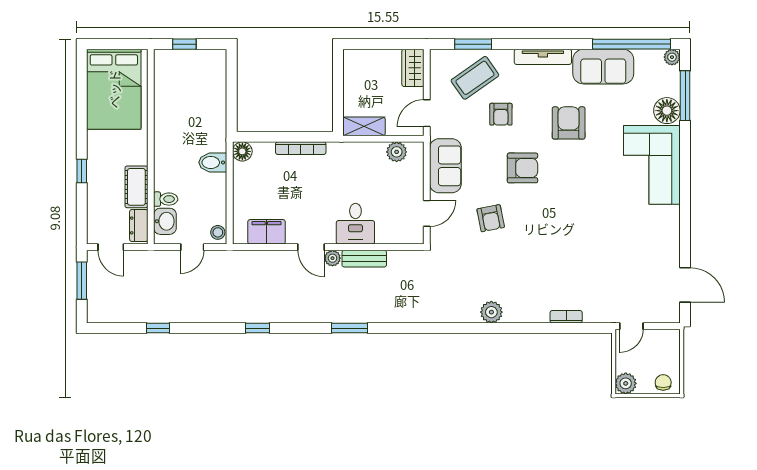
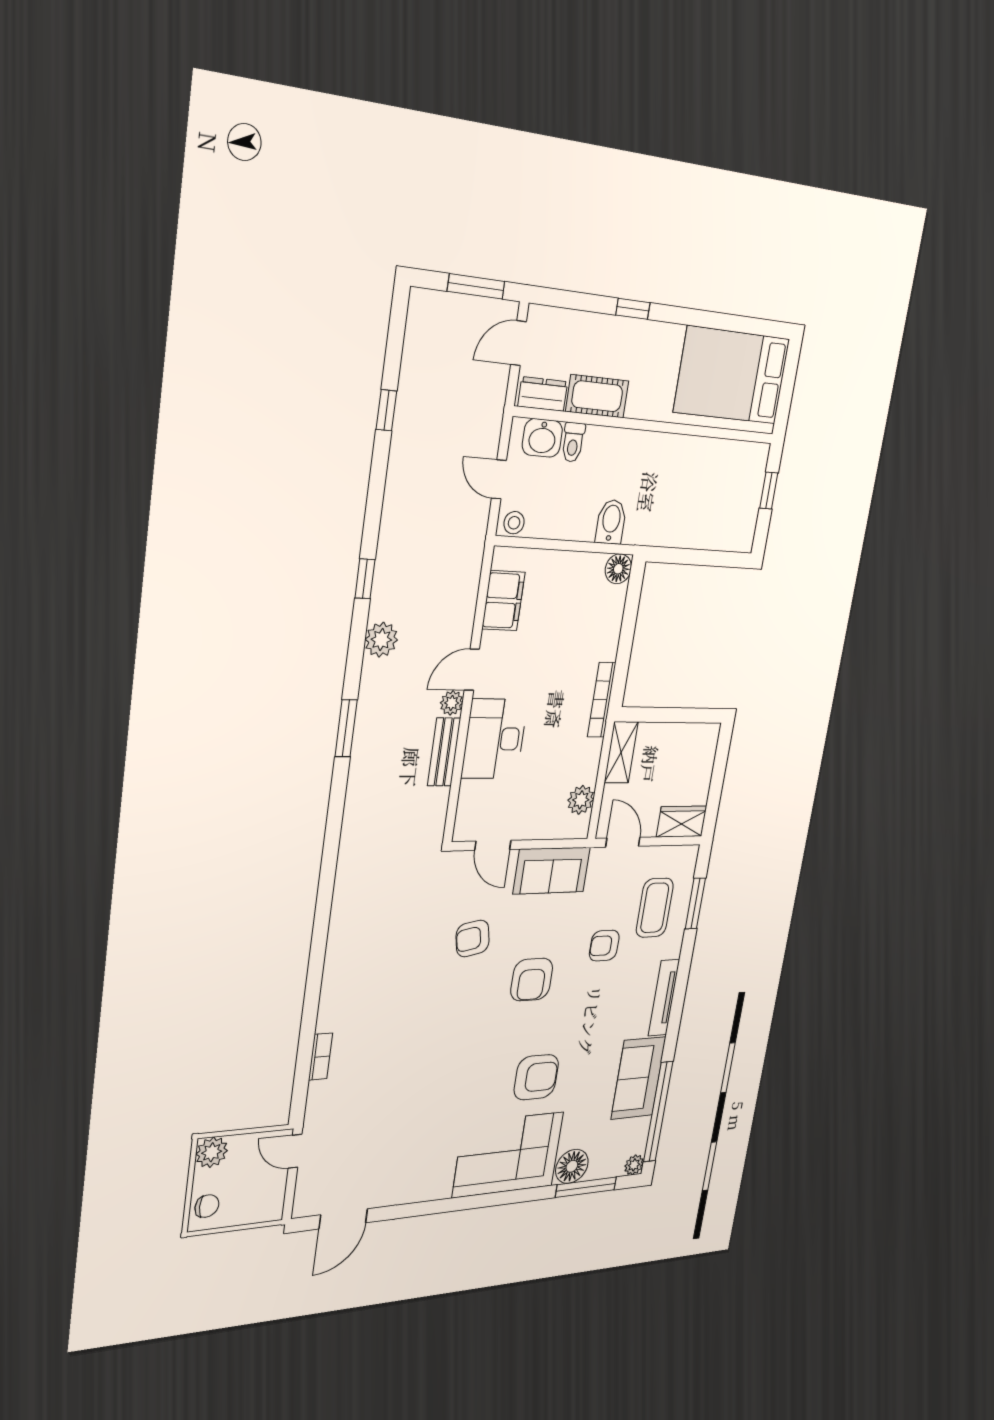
coffee table: (475, 78) -> (655, 908), turned 35
armchair: (569, 123) -> (536, 1077), moved
bookcase: (301, 148) -> (602, 700), moved
desk: (355, 224) -> (495, 739), width x1.37
plant: (491, 312) -> (381, 640), moved

